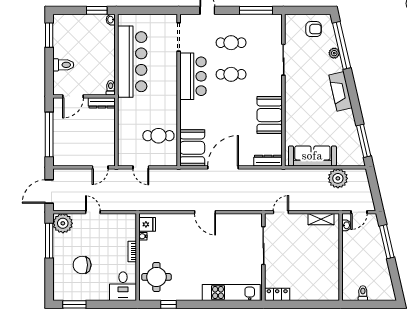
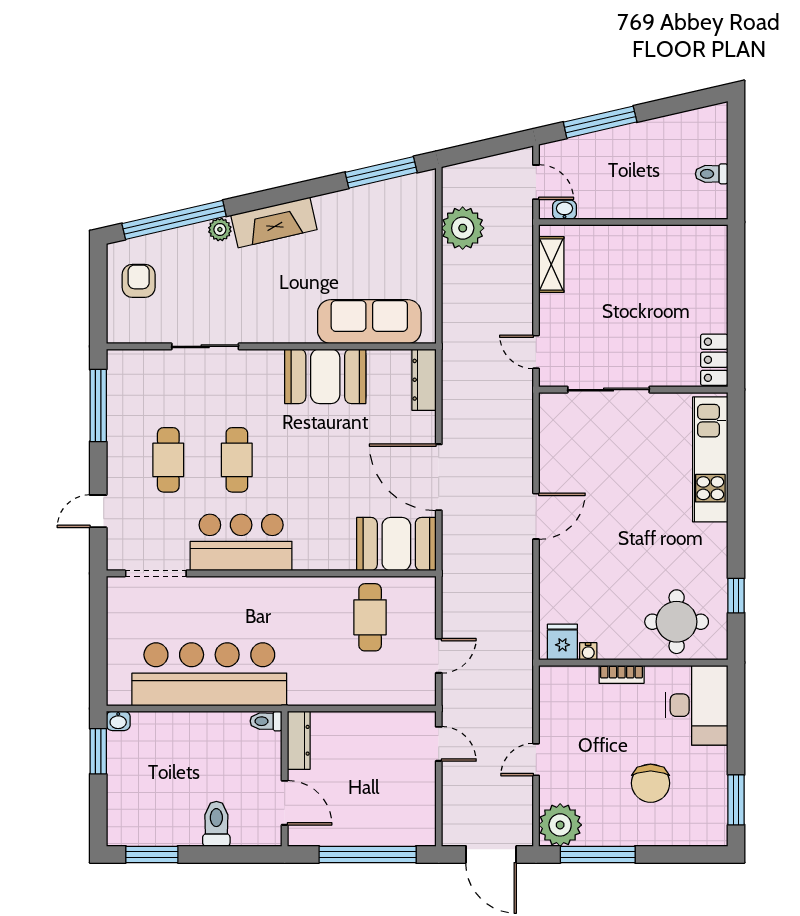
plant: (334, 53) -> (220, 229), moved
sofa: (312, 156) -> (369, 322), moved, turned 90
desk: (123, 286) -> (697, 705), width x1.37

